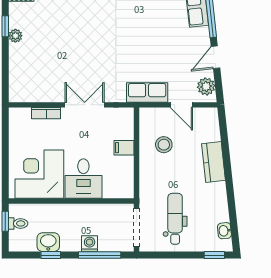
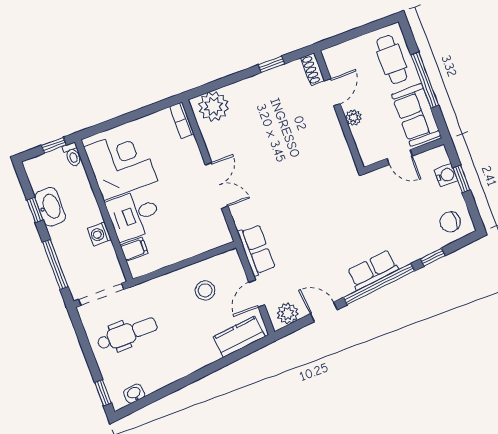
plant: (15, 36) -> (214, 106), moved, width x1.87, depth x1.87
bookcase: (46, 113) -> (182, 120), moved
filing cabinet: (124, 148) -> (134, 249), moved, turned 90
kitchen counter: (214, 162) -> (239, 337), moved
toilet: (18, 223) -> (72, 155), moved
washbasin: (48, 242) -> (50, 207), width x1.38
washing machine: (90, 244) -> (99, 234), moved, turned 180

